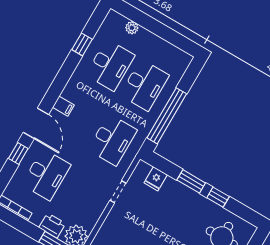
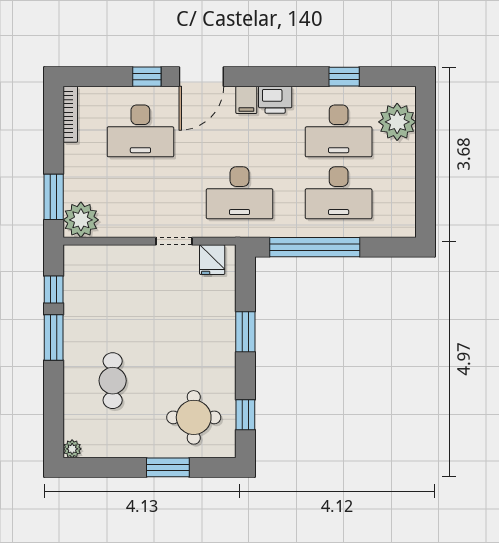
plant: (132, 28) -> (397, 122), width x1.88, depth x1.88
fridge: (156, 179) -> (212, 260), moved, turned -90
window: (218, 197) -> (245, 415), moved
printer: (52, 225) -> (275, 100), moved, turned 90

